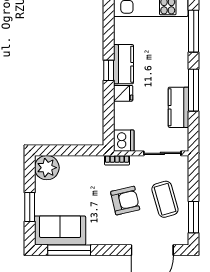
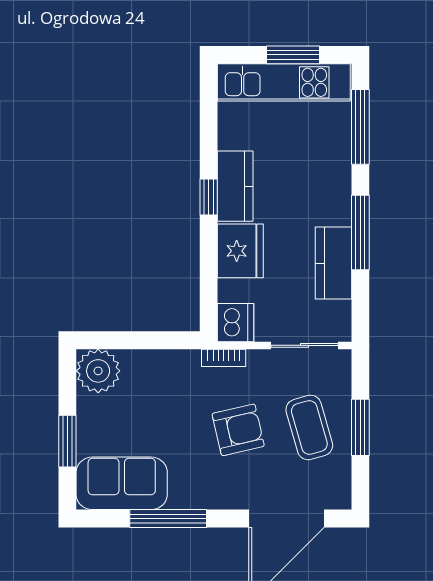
fridge: (123, 93) -> (240, 251), width x1.88, depth x1.34
window: (194, 217) -> (360, 427), moved
window: (69, 250) -> (168, 518), moved

